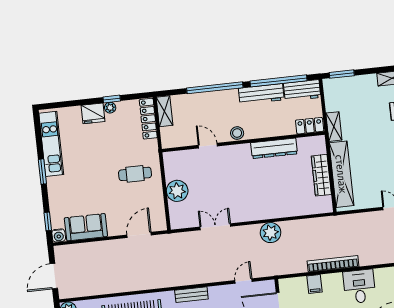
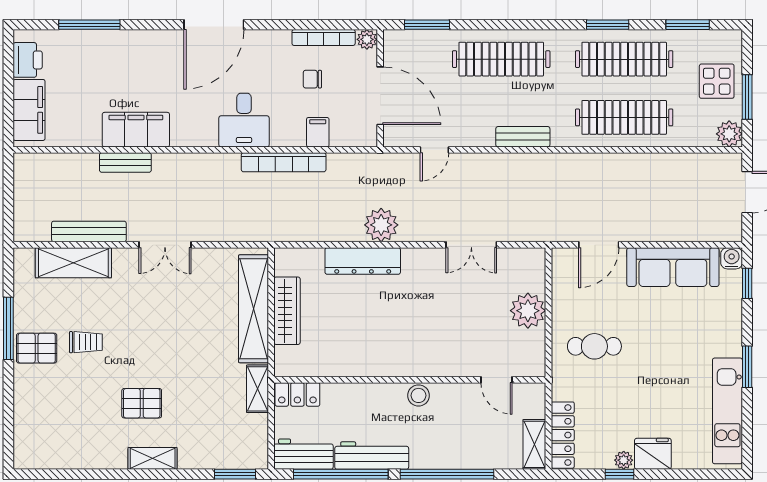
door: (208, 146) -> (497, 380), moved
dresser: (274, 148) -> (363, 261), moved, turned 180
sofa: (86, 227) -> (673, 267), width x1.36

